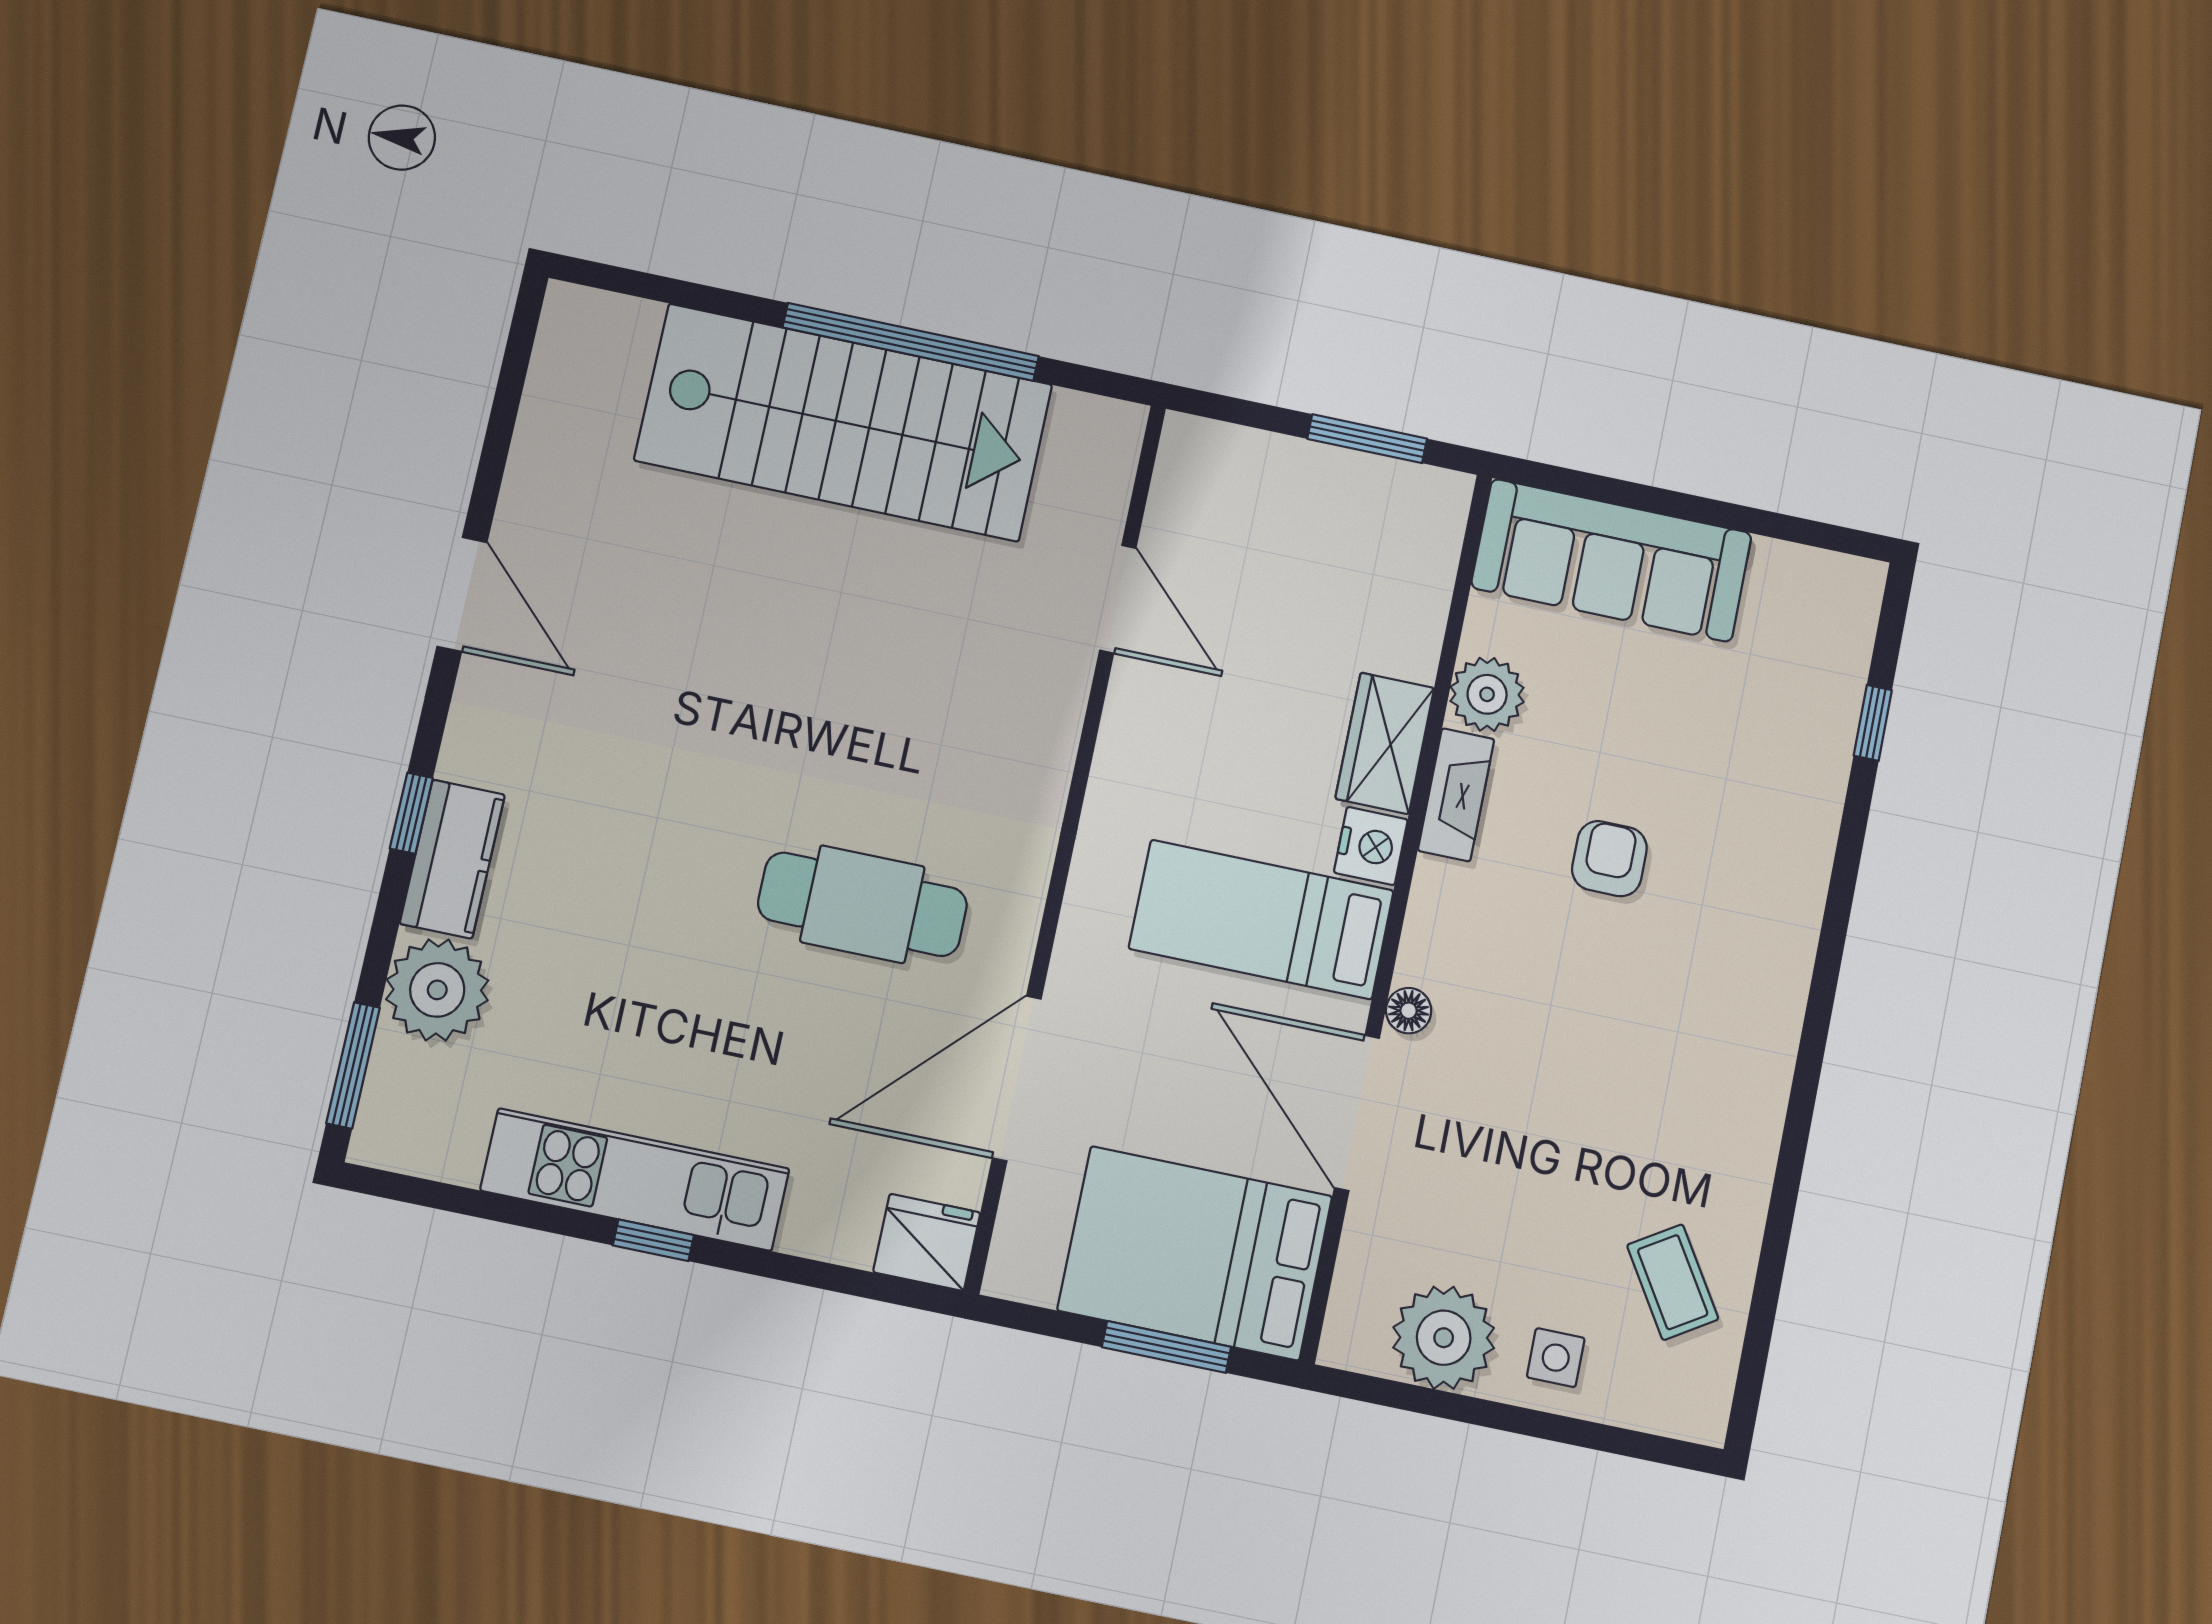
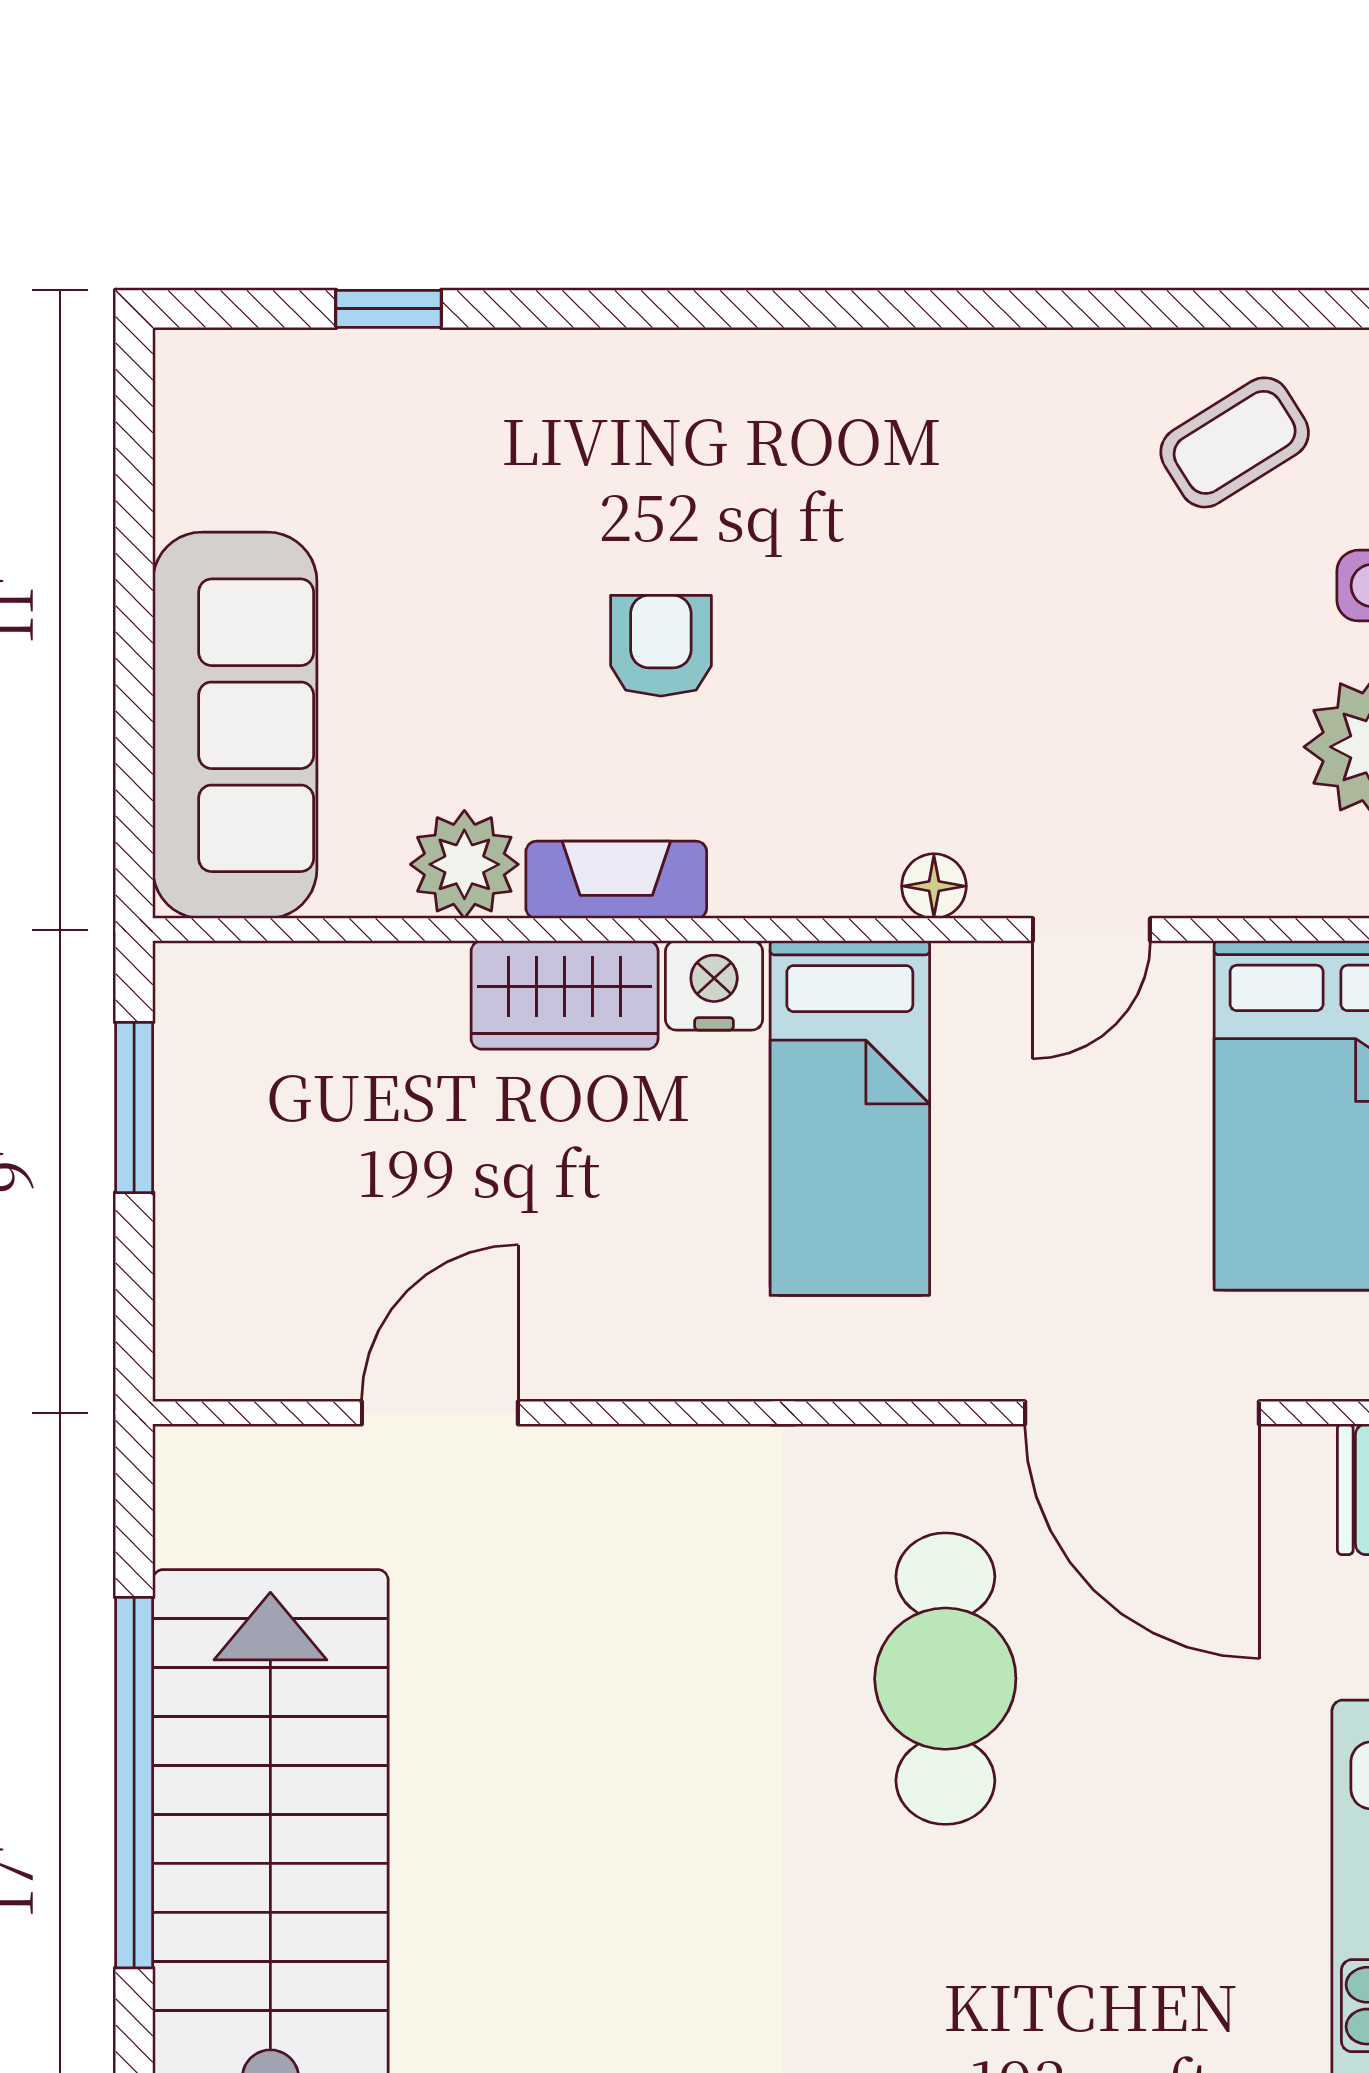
armchair: (1609, 859) -> (661, 646), turned 90
door: (1357, 1113) -> (1091, 930), width x0.53

